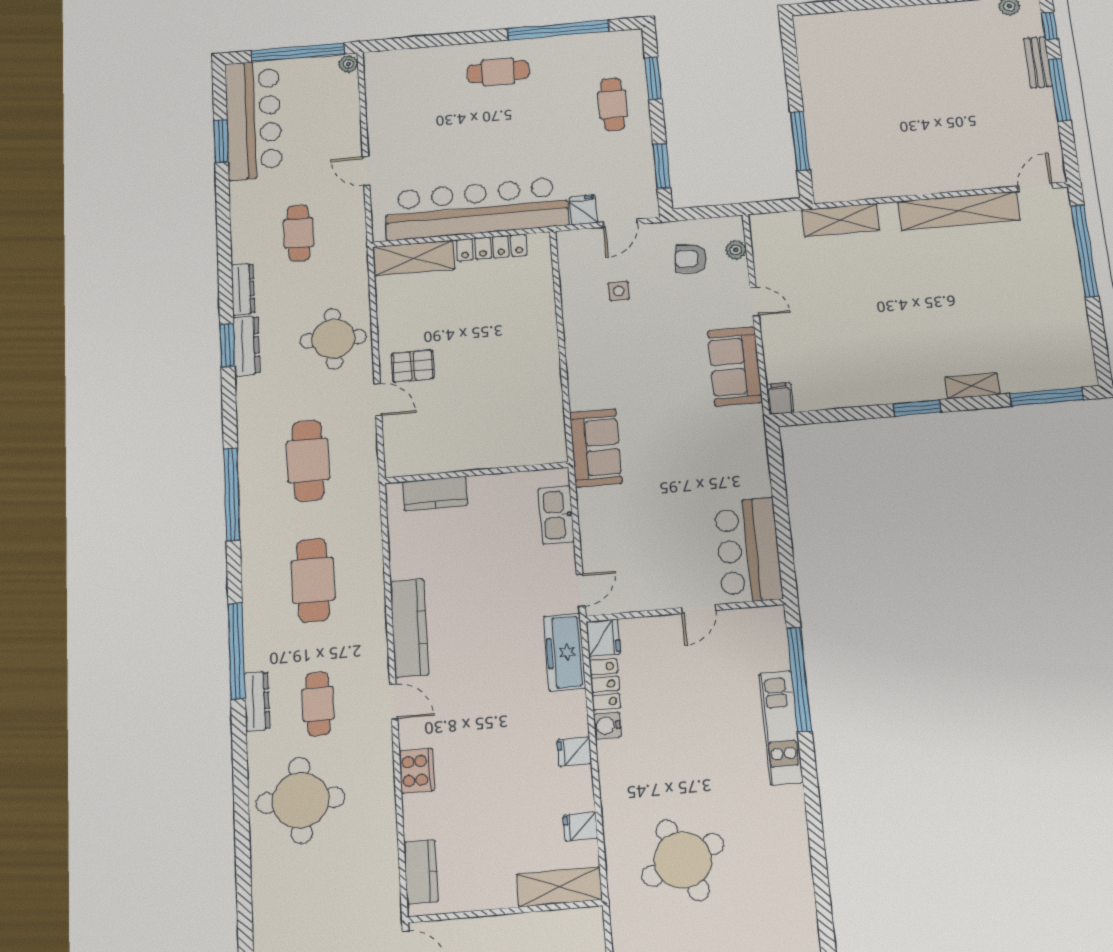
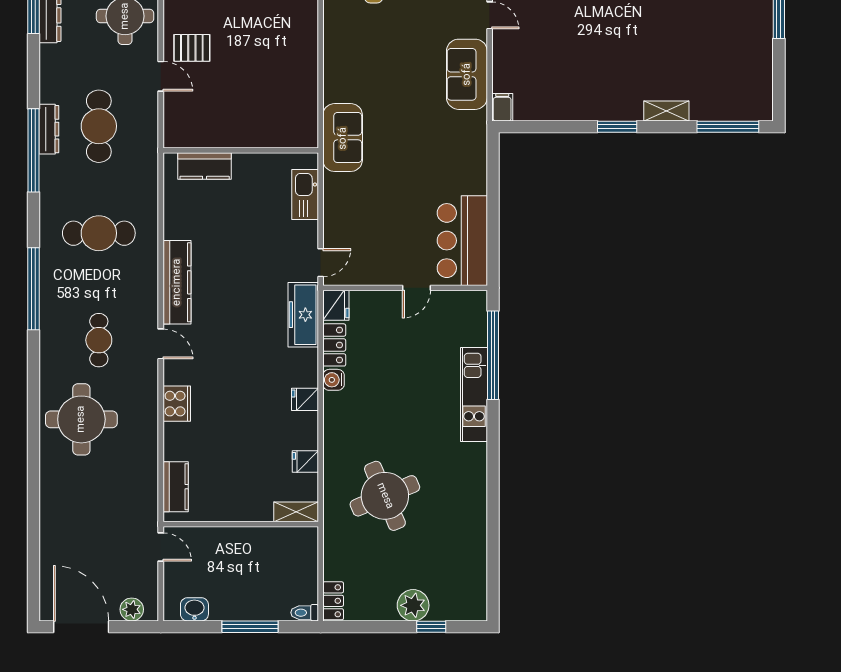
cafe table: (313, 580) -> (99, 233), turned 90
dresser: (257, 701) -> (49, 129), moved
shelving: (559, 887) -> (296, 512), width x0.67, depth x0.75

